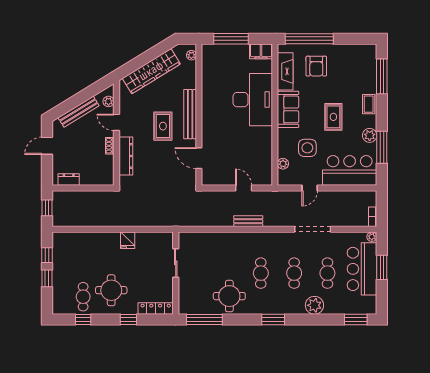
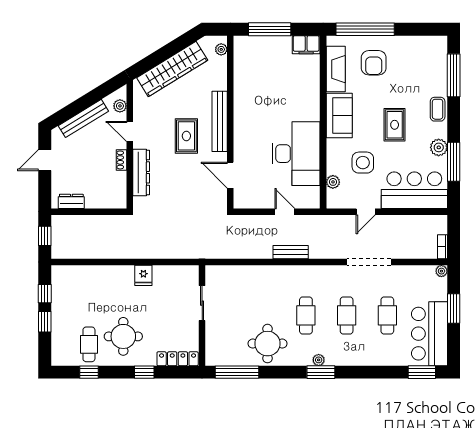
desk: (253, 100) -> (296, 154), moved
bar counter: (362, 269) -> (430, 334), moved
plant: (314, 305) -> (319, 360), moved, width x0.53, depth x0.53

